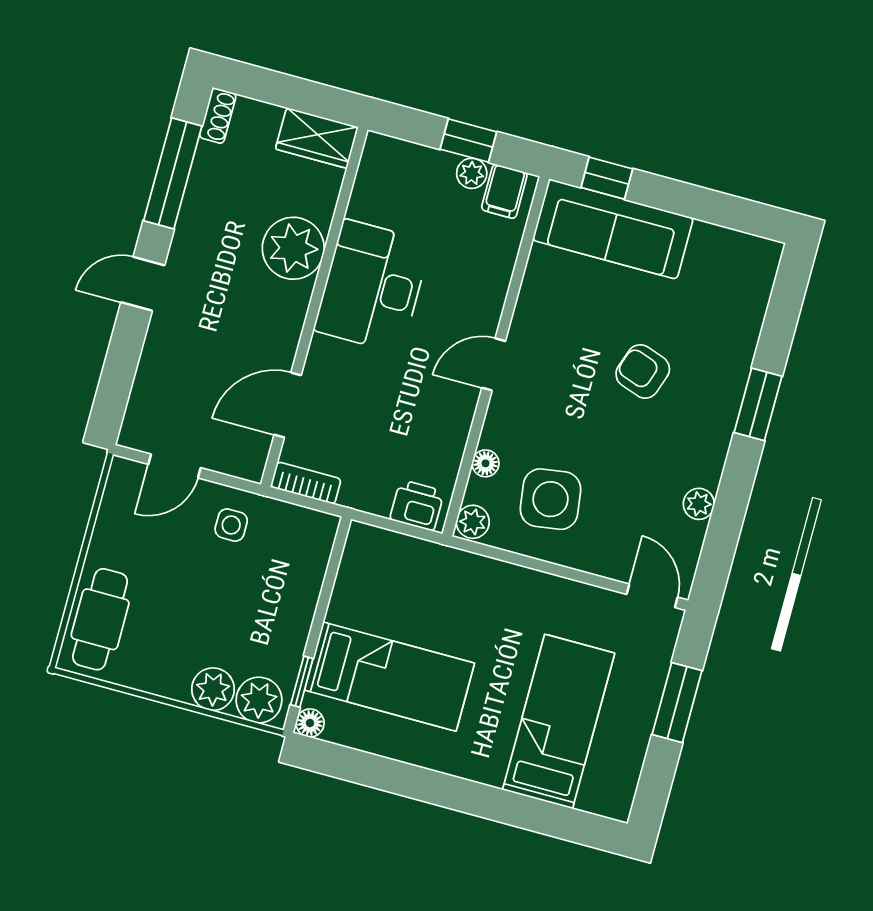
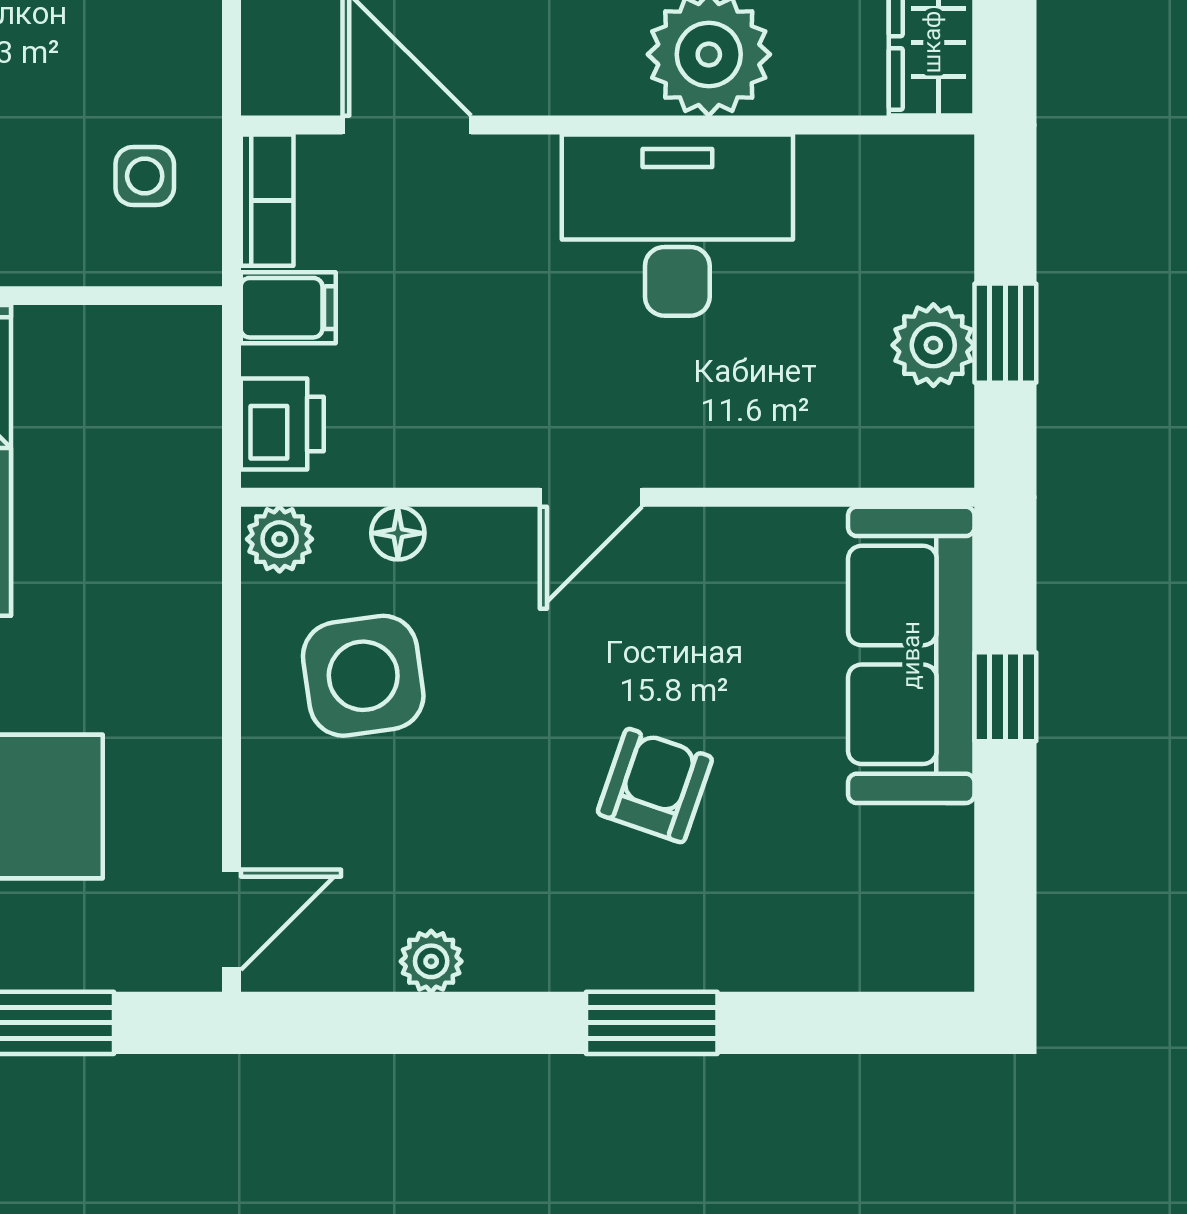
plant: (472, 173) -> (933, 345), width x1.38, depth x1.38
window: (607, 178) -> (1005, 697), moved
filing cabinet: (504, 191) -> (288, 308), moved, turned 180
door: (494, 364) -> (591, 497), swing flipped
side table: (231, 525) -> (145, 176), moved

